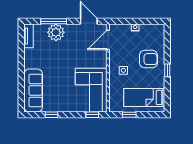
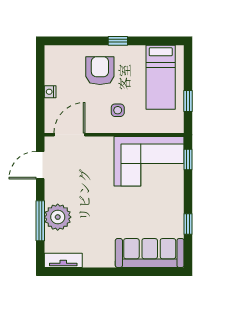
door: (108, 40) -> (69, 135), swing flipped

